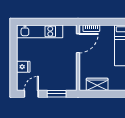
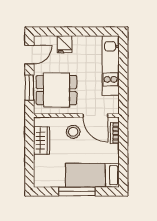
stool: (90, 60) -> (73, 132), added
dining table: (58, 73) -> (56, 90), added
door: (31, 94) -> (29, 55), hinge flipped

